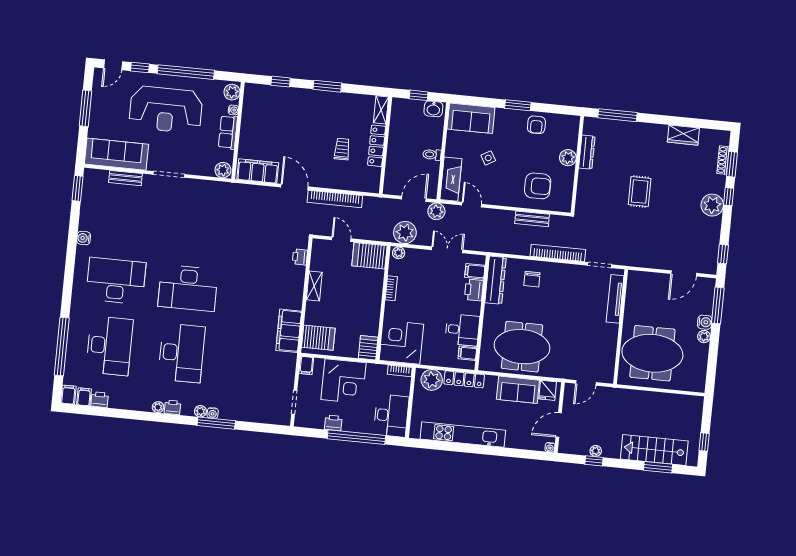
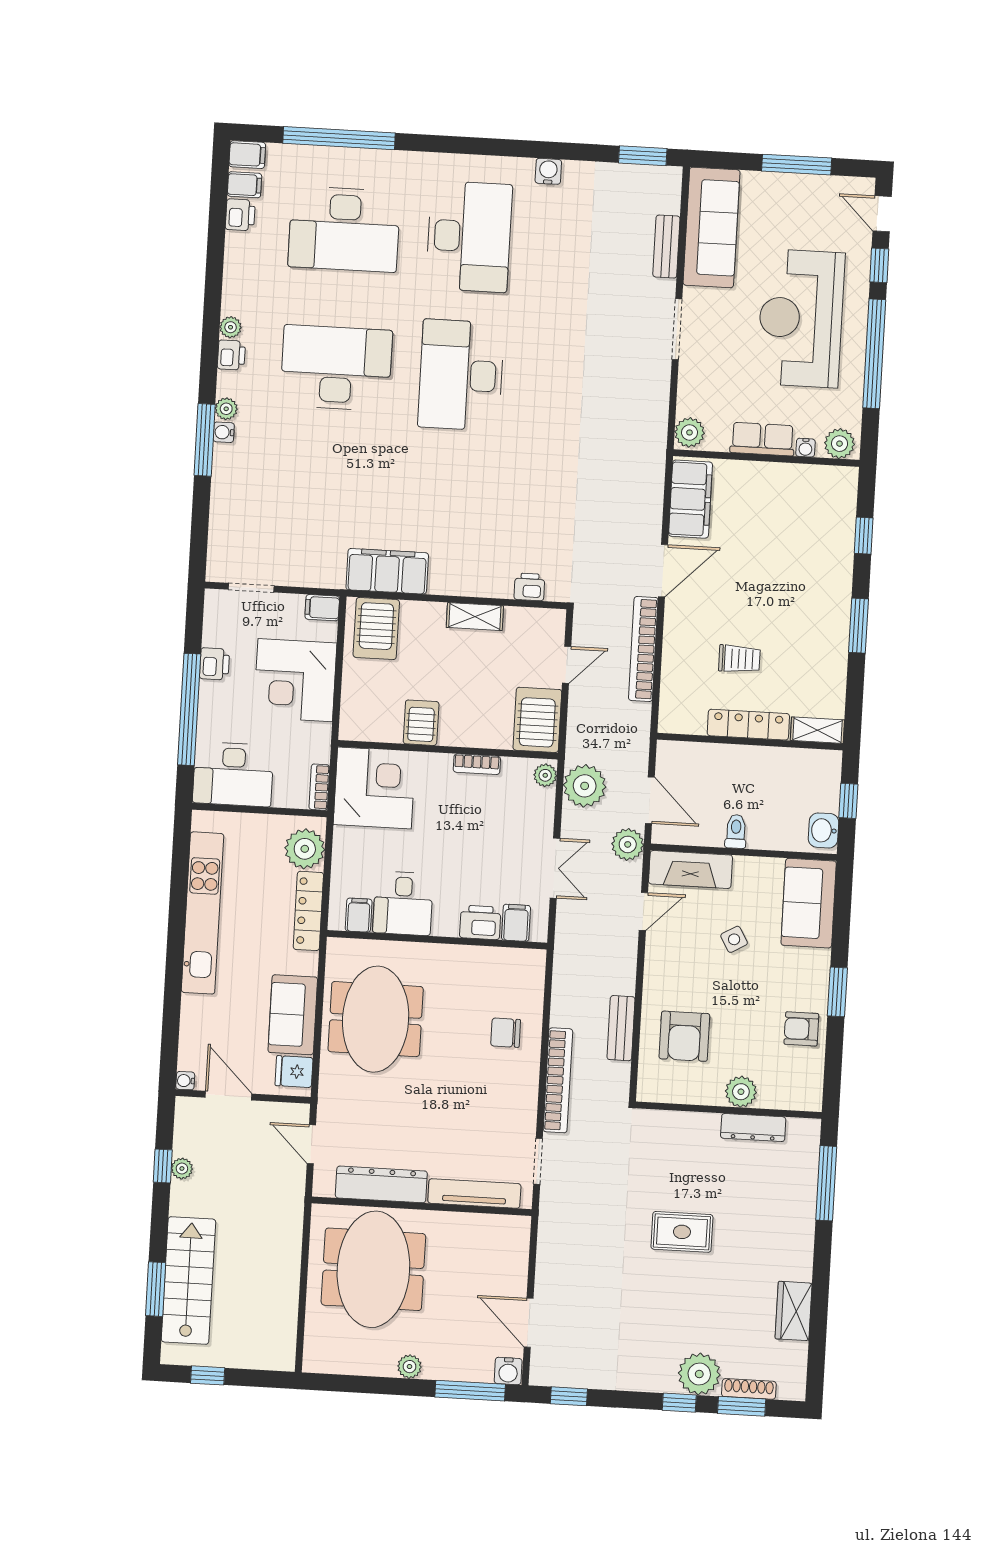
plant: (712, 205) -> (699, 1374), moved
dresser: (495, 280) -> (381, 1184), moved, turned 180
water cooler: (705, 322) -> (508, 1371), moved
server rack: (368, 348) -> (421, 723), moved, turned -90
desk: (181, 353) -> (336, 368), turned 180

